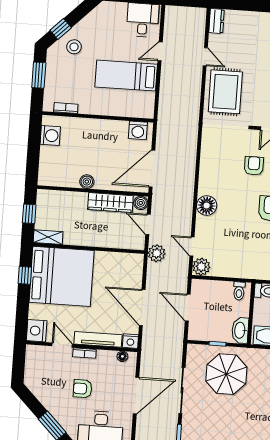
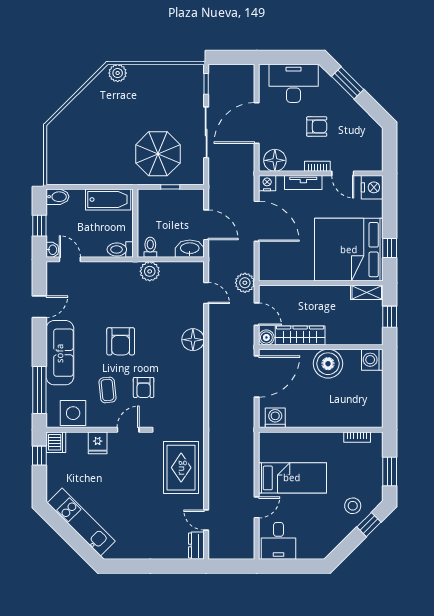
door: (205, 57) -> (206, 520), moved
washing machine: (50, 136) -> (372, 360), moved
boiler: (87, 182) -> (328, 364), width x1.86, depth x1.86
plant: (201, 267) -> (150, 271), moved
washbasin: (240, 330) -> (190, 249), moved, turned -90
tv unit: (98, 339) -> (303, 183), width x0.71
floor lamp: (122, 356) -> (275, 160), width x1.89, depth x1.89

